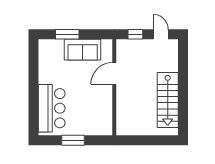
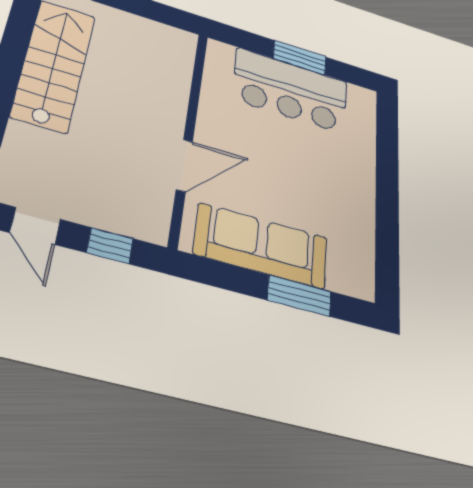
sofa: (83, 50) -> (261, 246), width x1.36
bar counter: (52, 108) -> (290, 90), moved, turned -90

